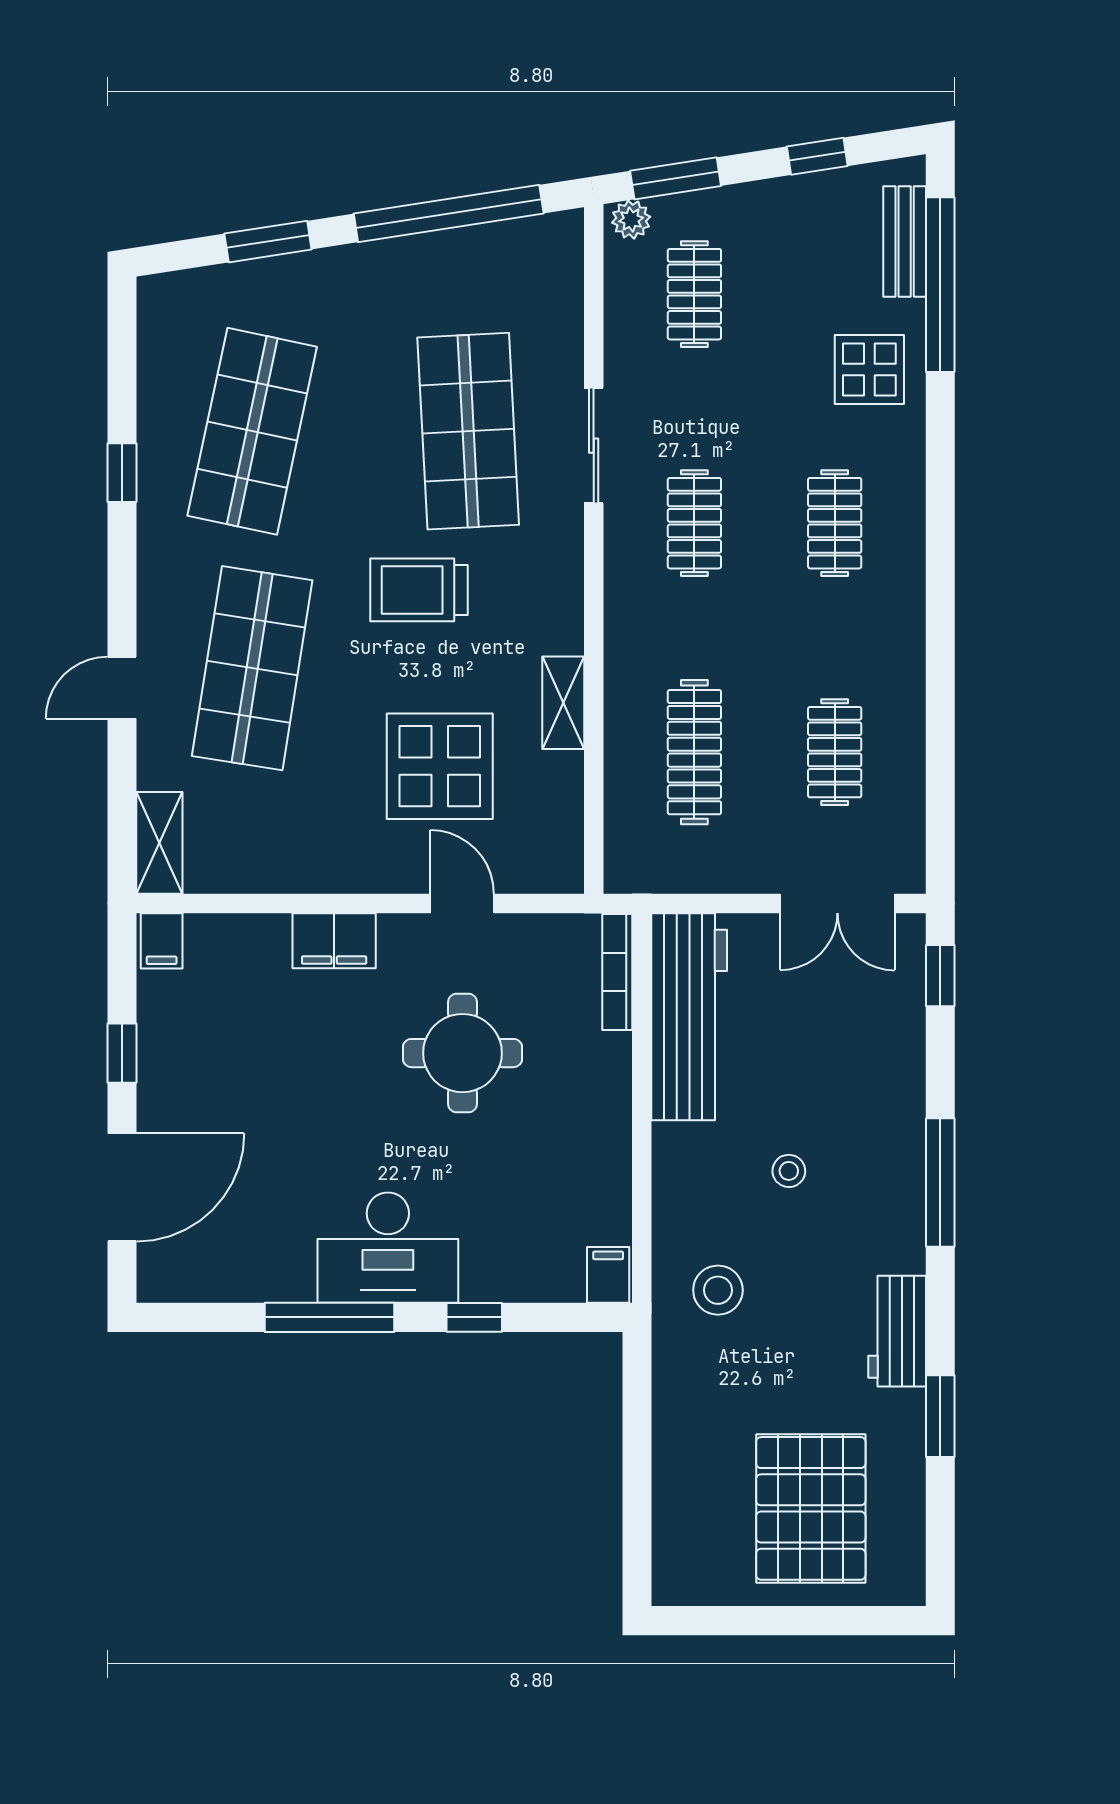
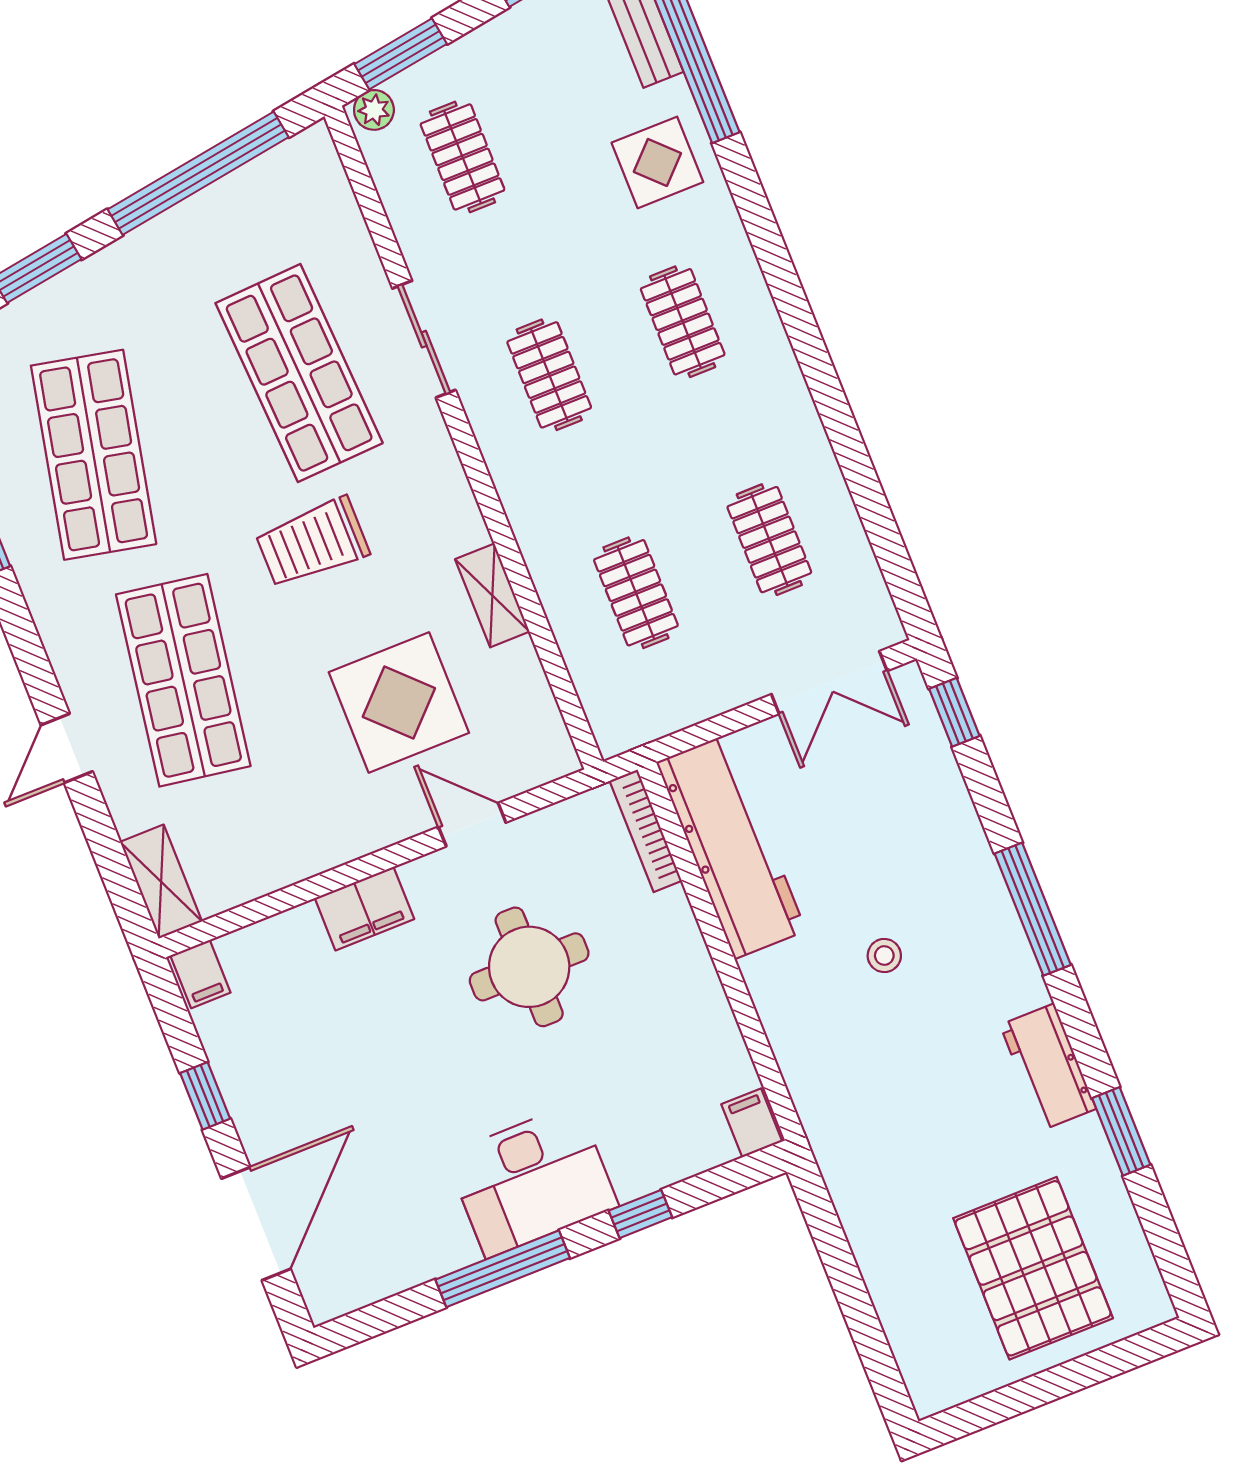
clothes rail: (694, 752) -> (636, 593), width x0.73
stool: (718, 1290) -> (862, 1096), removed

